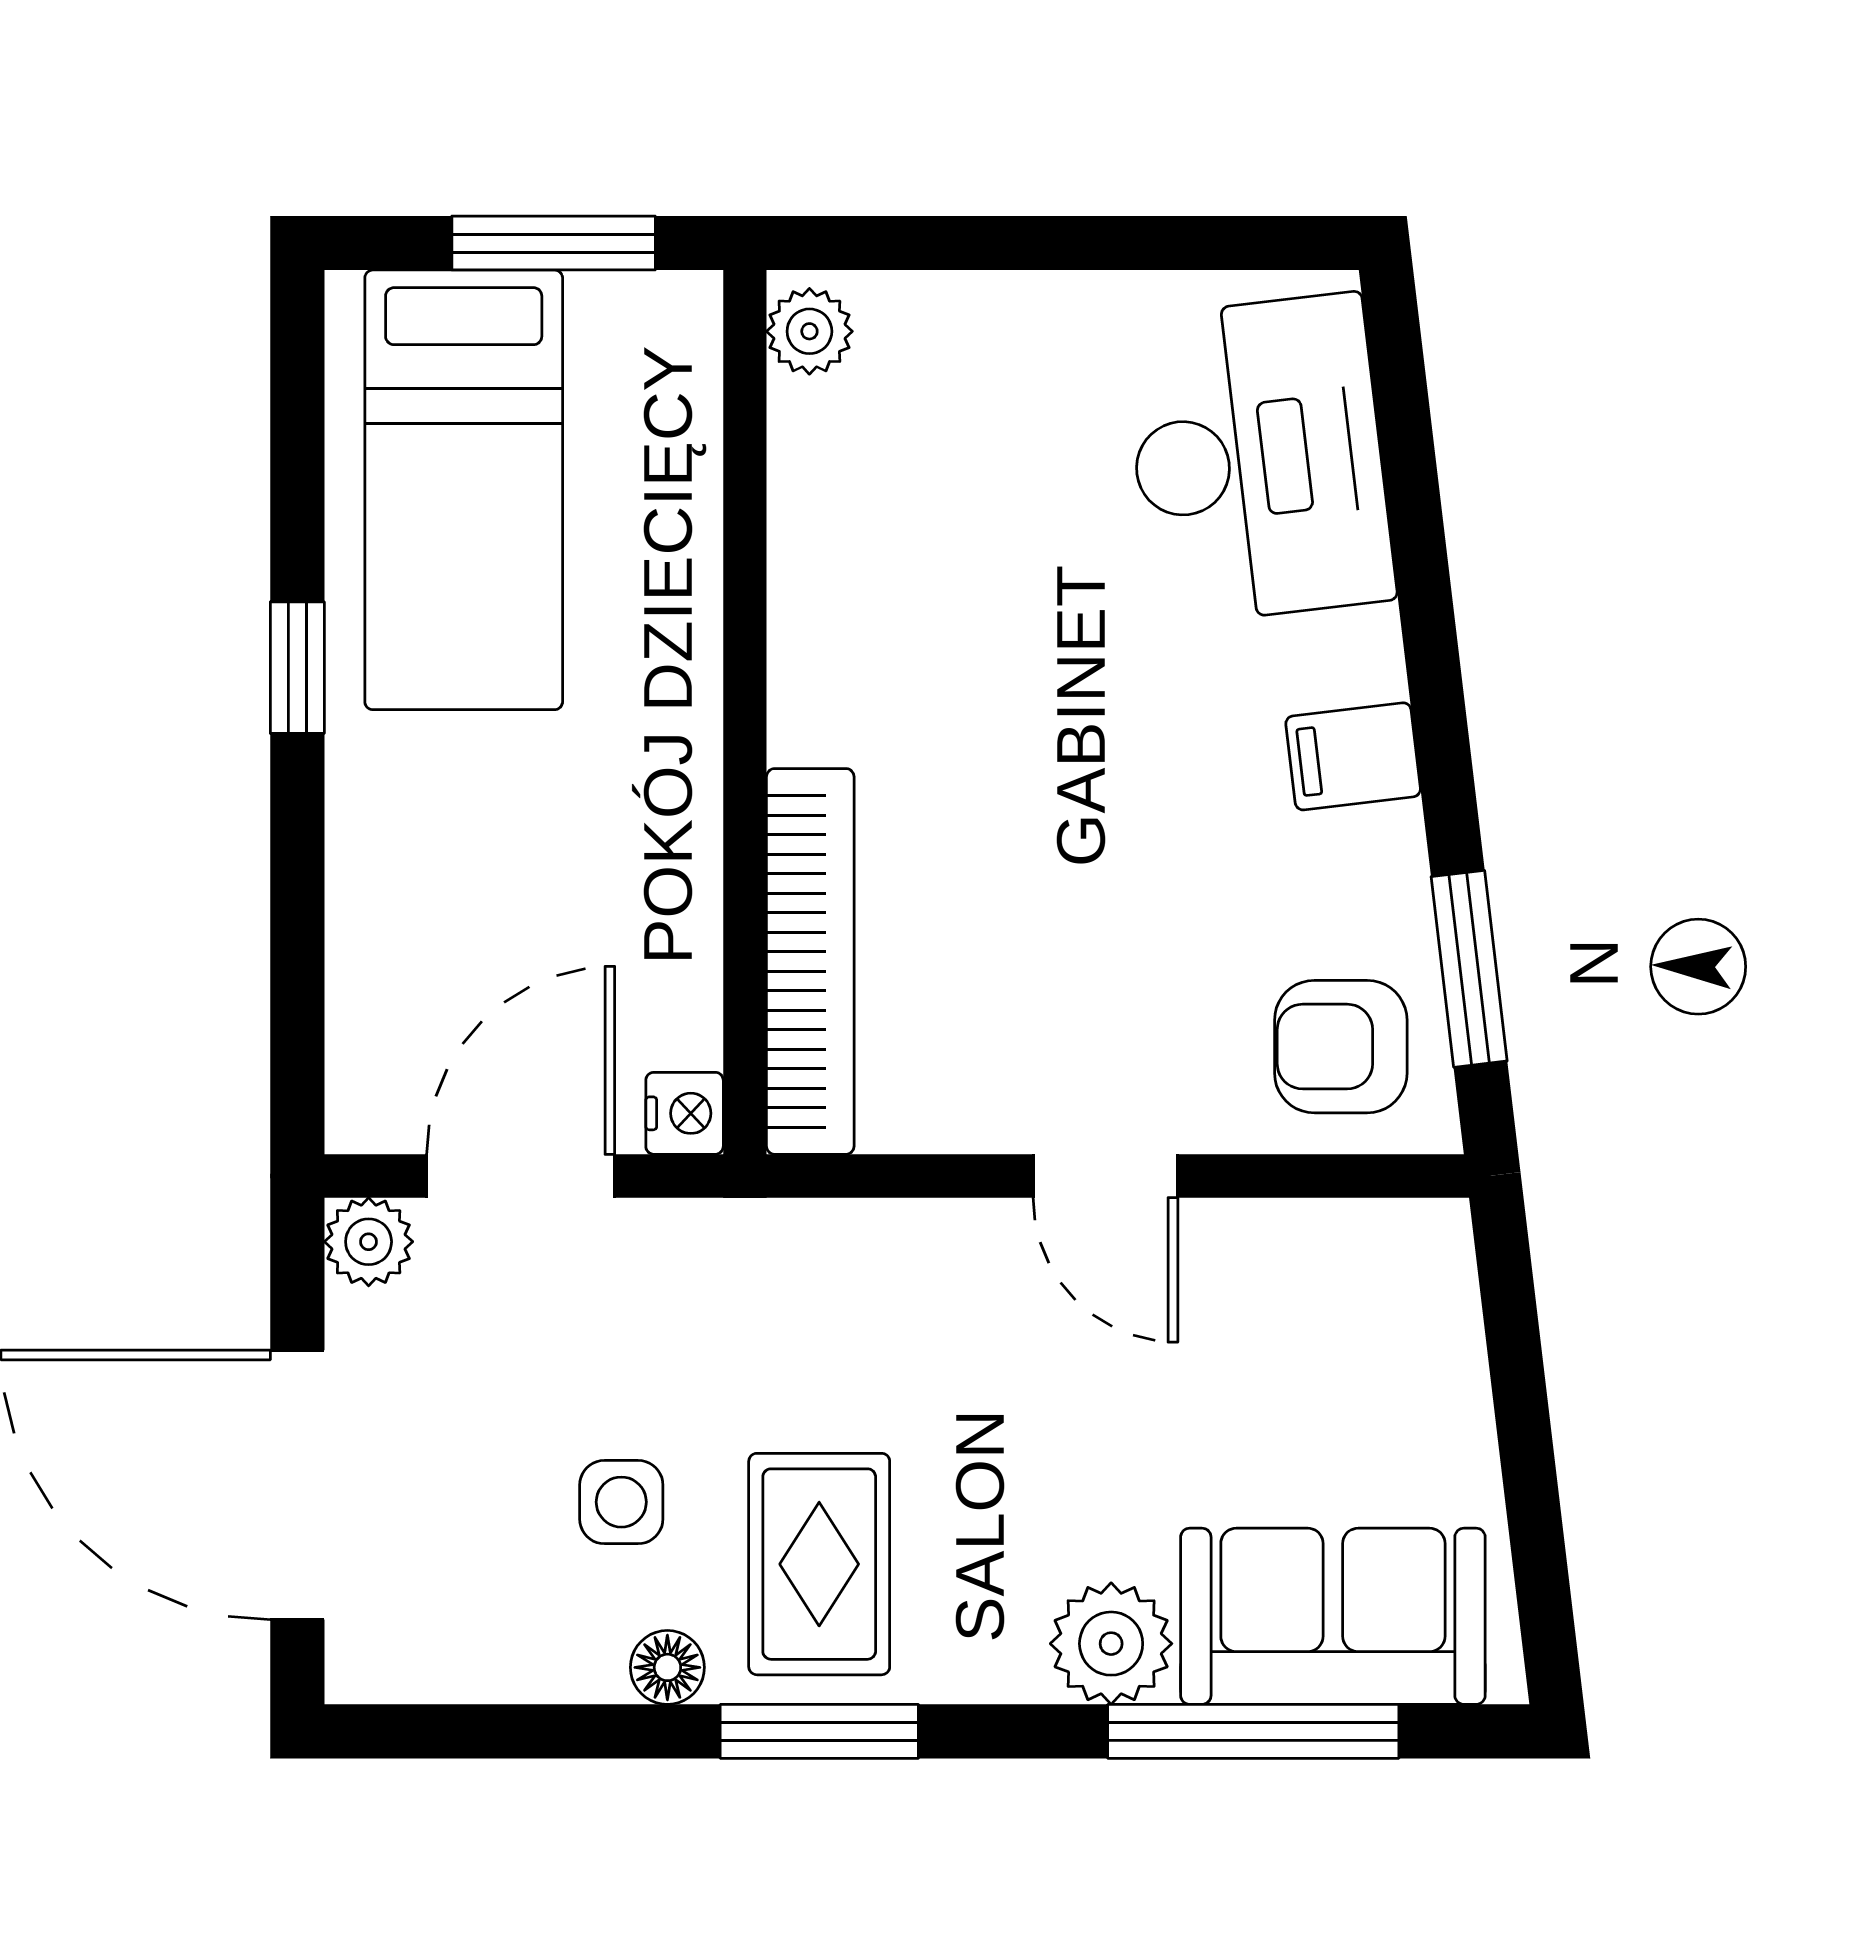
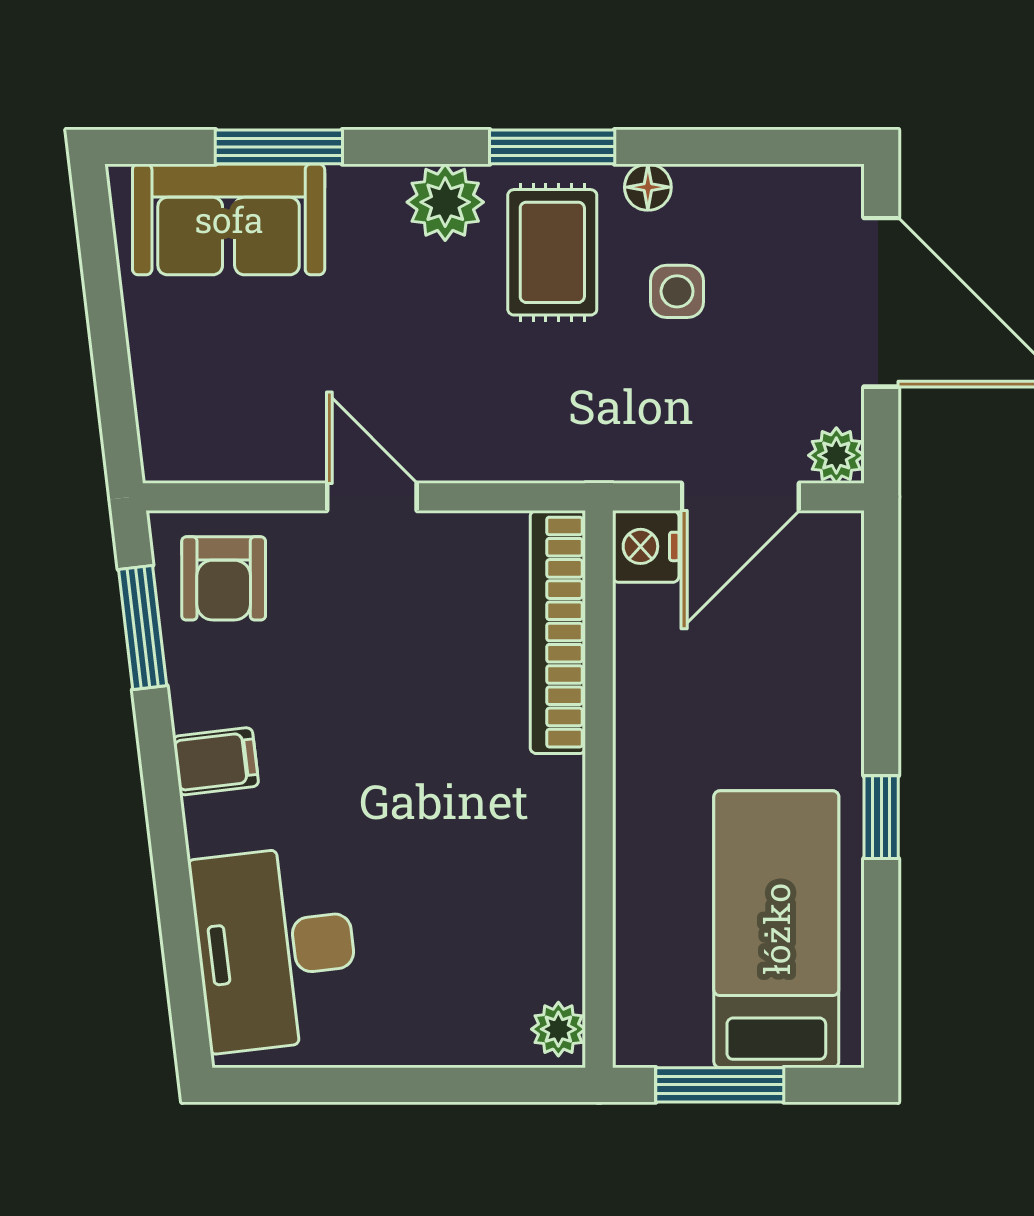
armchair: (1341, 1047) -> (224, 578), turned 90
nightstand: (685, 1113) -> (646, 546), width x1.39, depth x1.35
plant: (1111, 1644) -> (445, 202), moved
window: (1253, 1731) -> (279, 147), width x0.69

